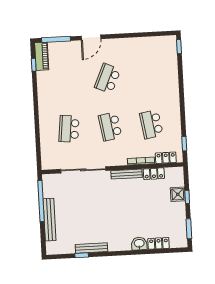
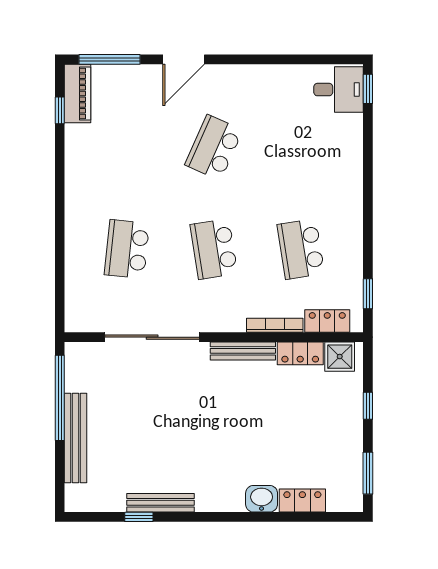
desk: (165, 48) -> (339, 90), added
shower: (178, 194) -> (340, 357), moved

